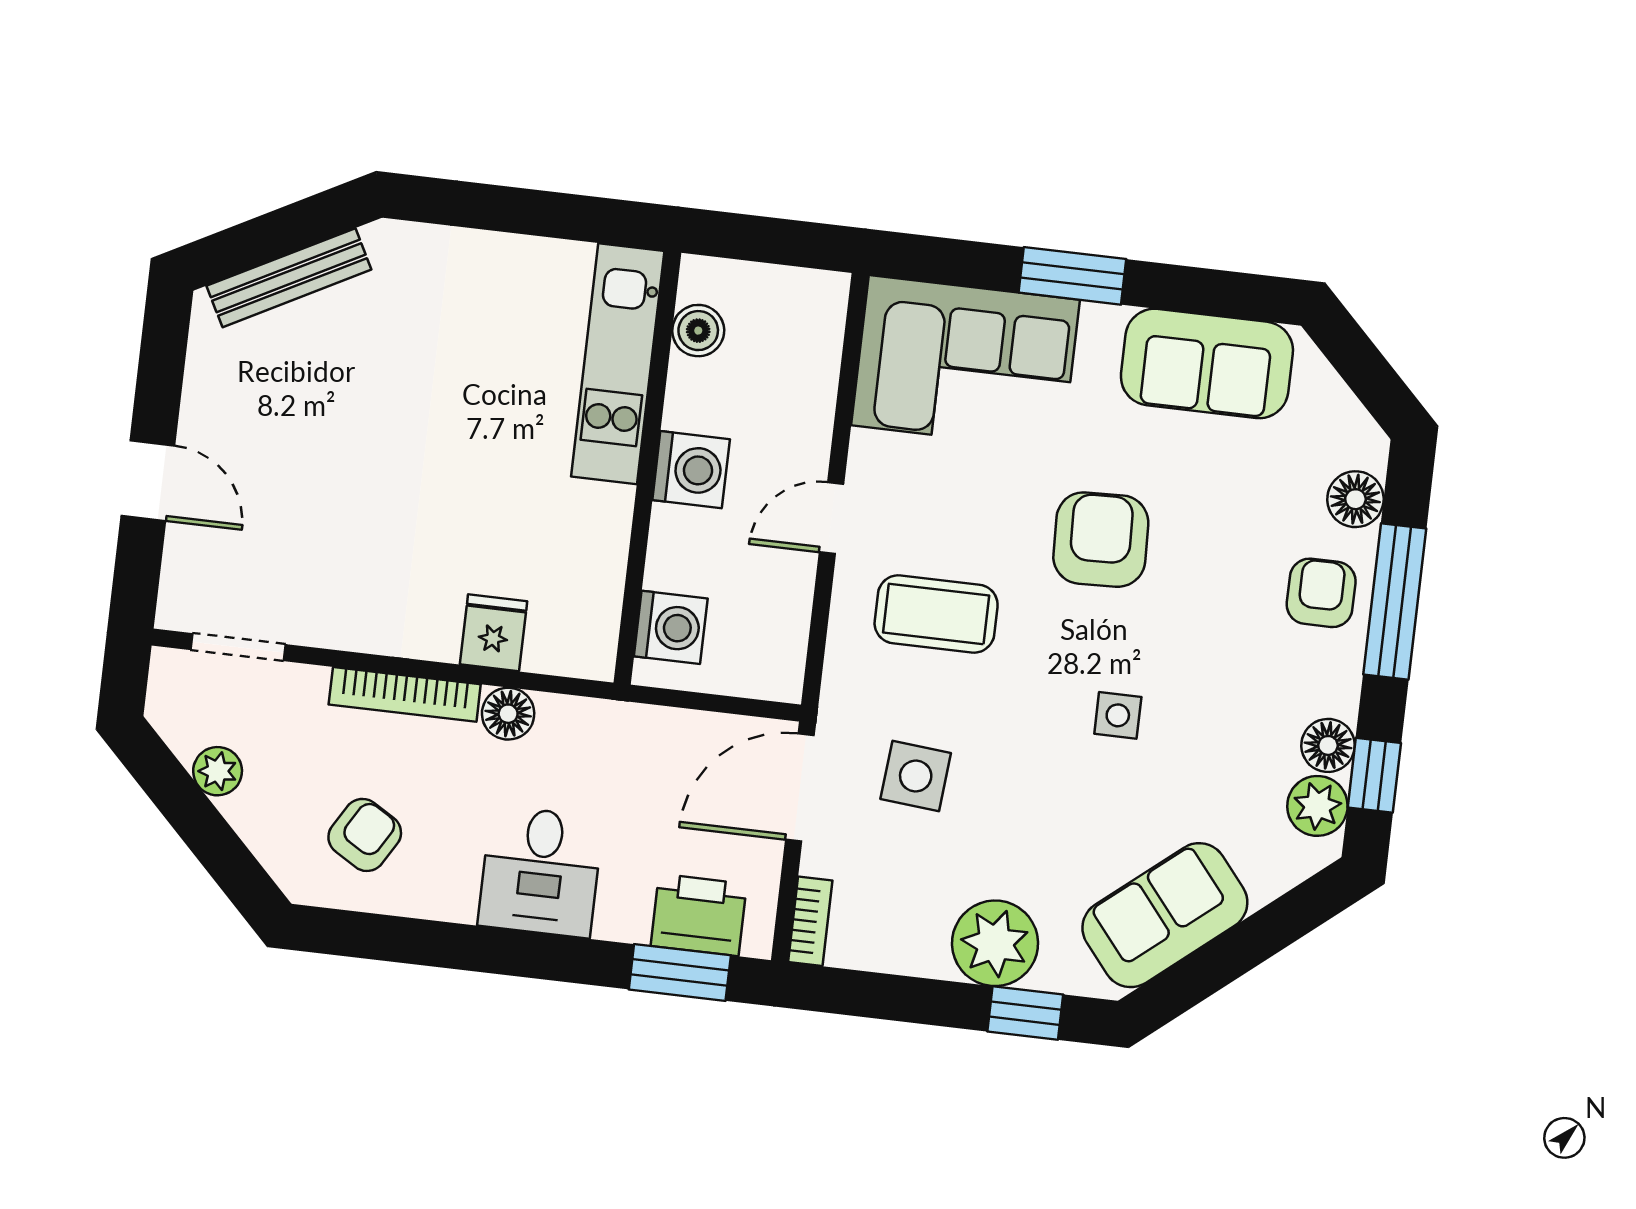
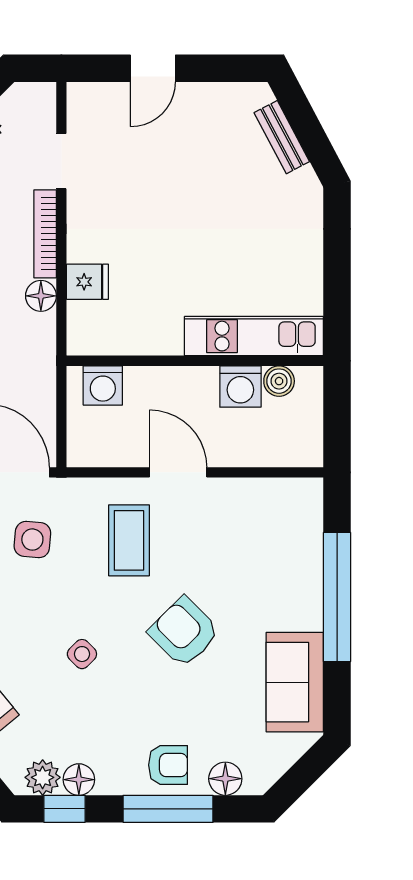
window: (1072, 276) -> (337, 597), width x2.11
bench: (289, 278) -> (282, 137), width x0.73
corner sofa: (965, 363) -> (279, 540), removed
washing machine: (691, 470) -> (240, 386), moved
door: (832, 518) -> (178, 472), width x1.38
armchair: (1101, 540) -> (184, 632), turned -133
doorway: (238, 647) -> (61, 161), moved
side table: (1118, 715) -> (82, 654), turned 45

